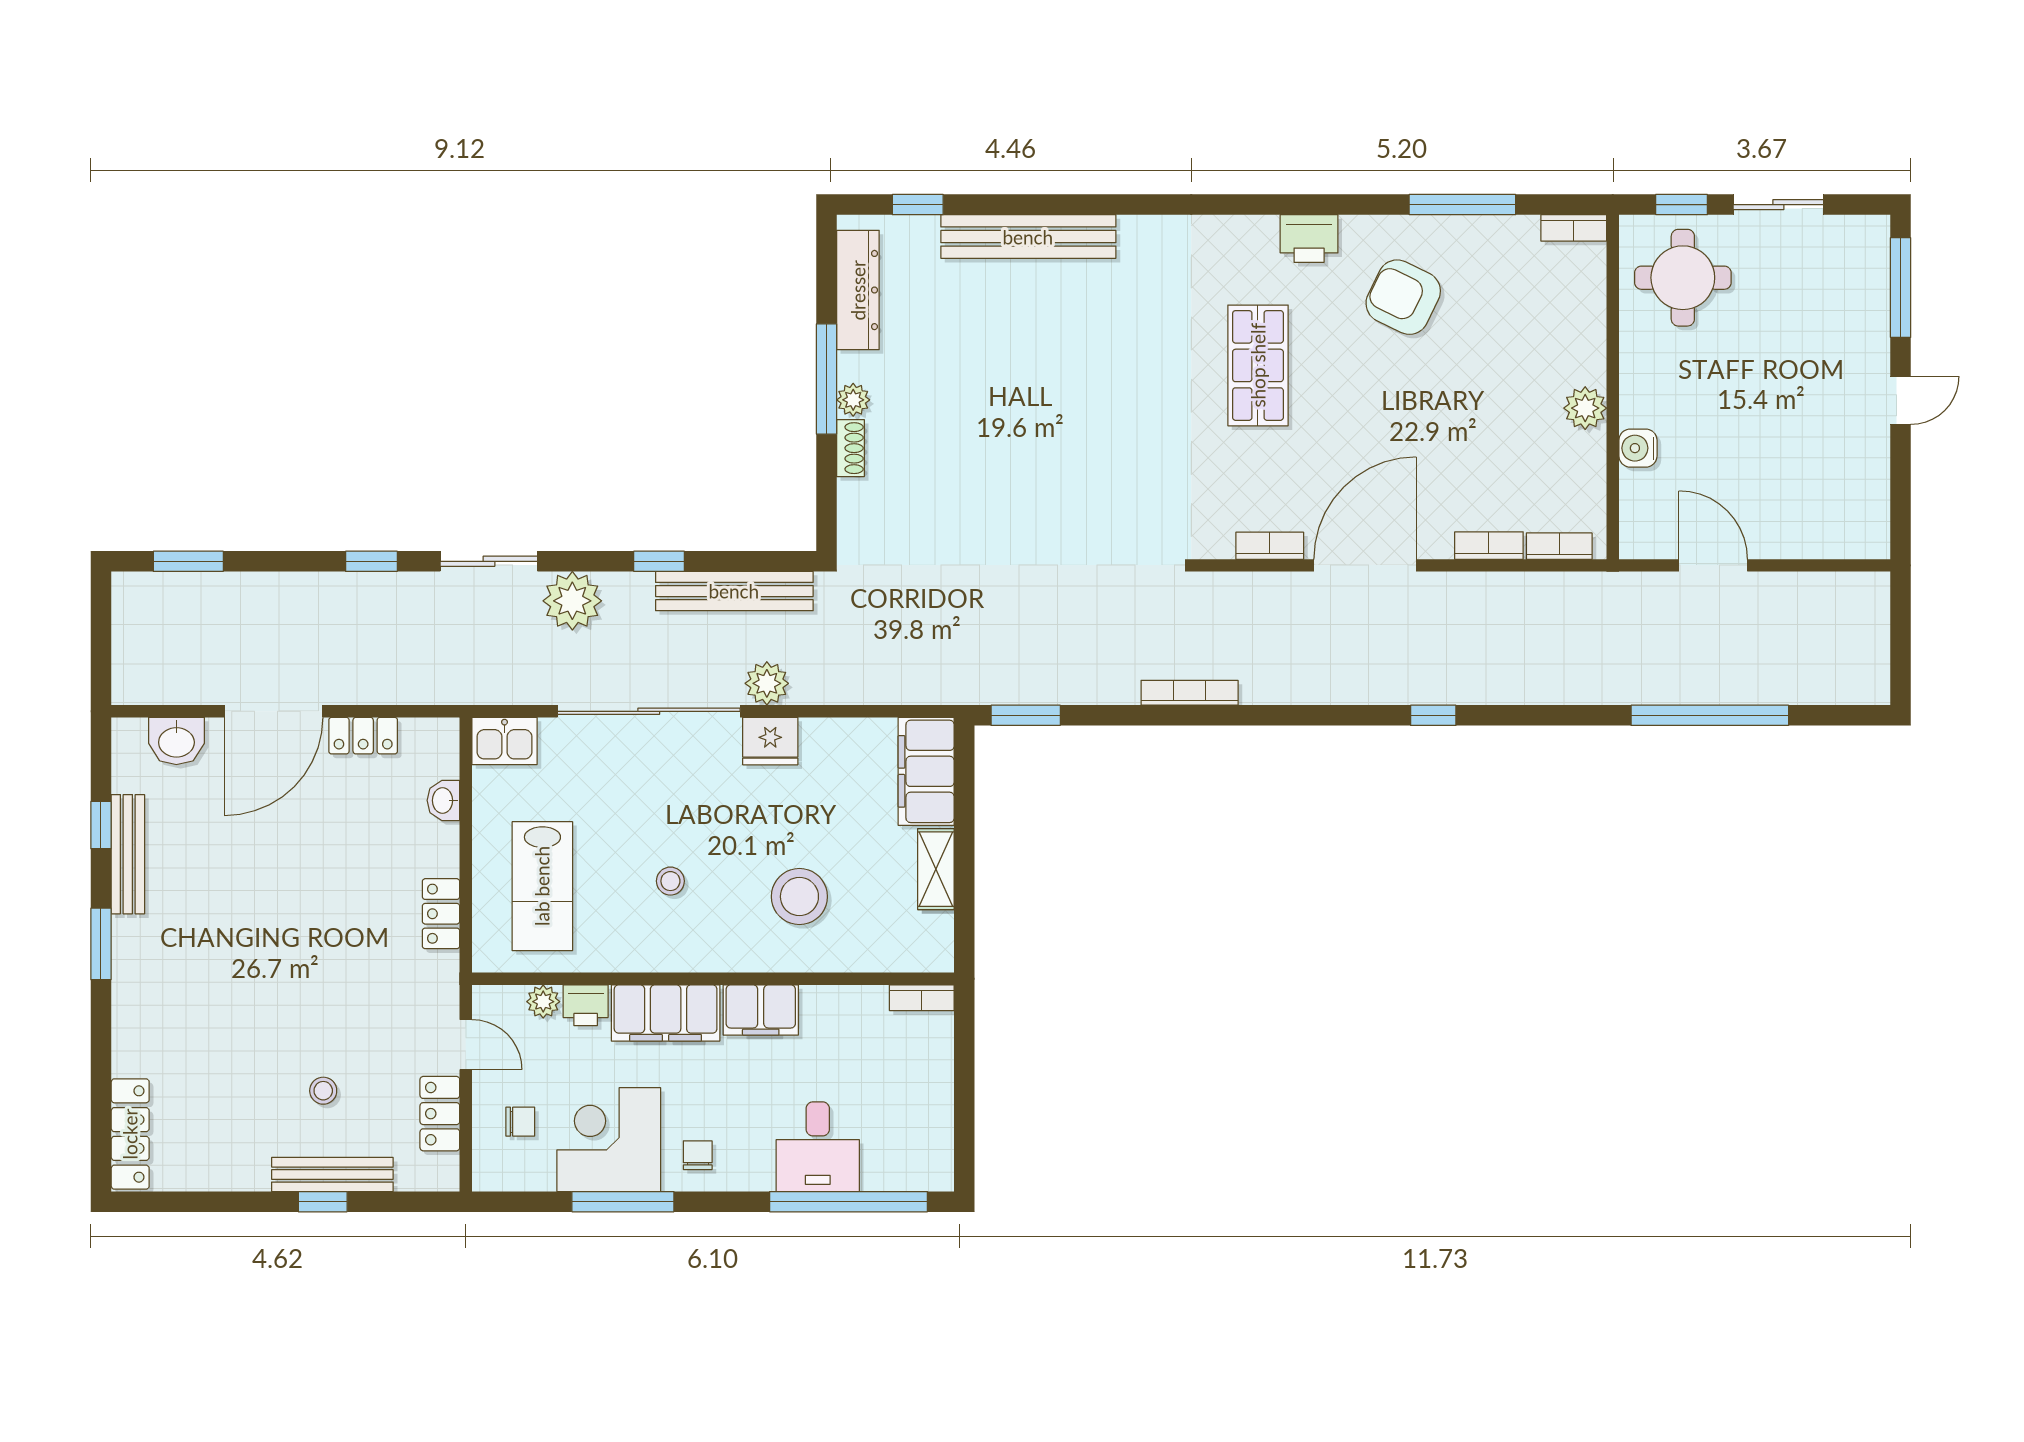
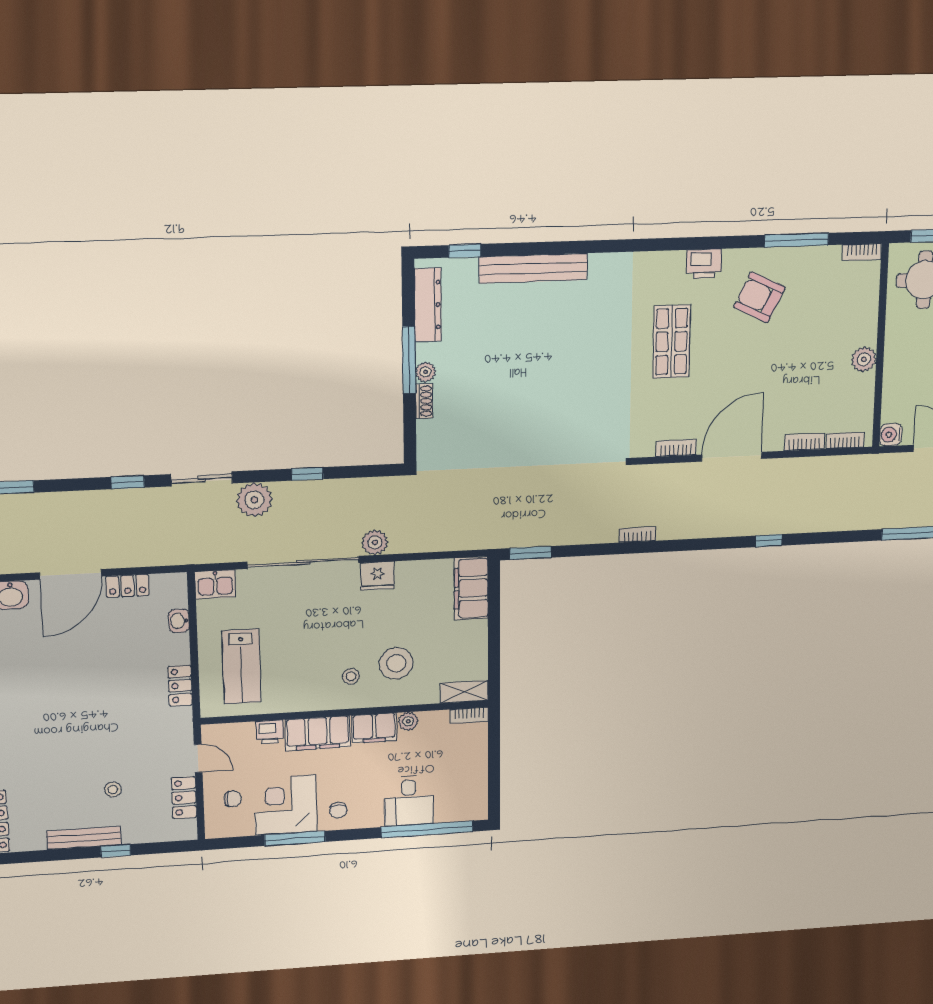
water cooler: (1638, 448) -> (891, 435), moved
bench: (734, 591) -> (354, 489), removed
bookcase: (1190, 693) -> (638, 535), width x0.64
shelving: (936, 869) -> (464, 692), moved, turned 90
stool: (670, 881) -> (351, 676), moved
plant: (543, 1002) -> (408, 721), moved
chair: (698, 1155) -> (338, 810), turned 180
bench: (332, 1175) -> (84, 838), moved

